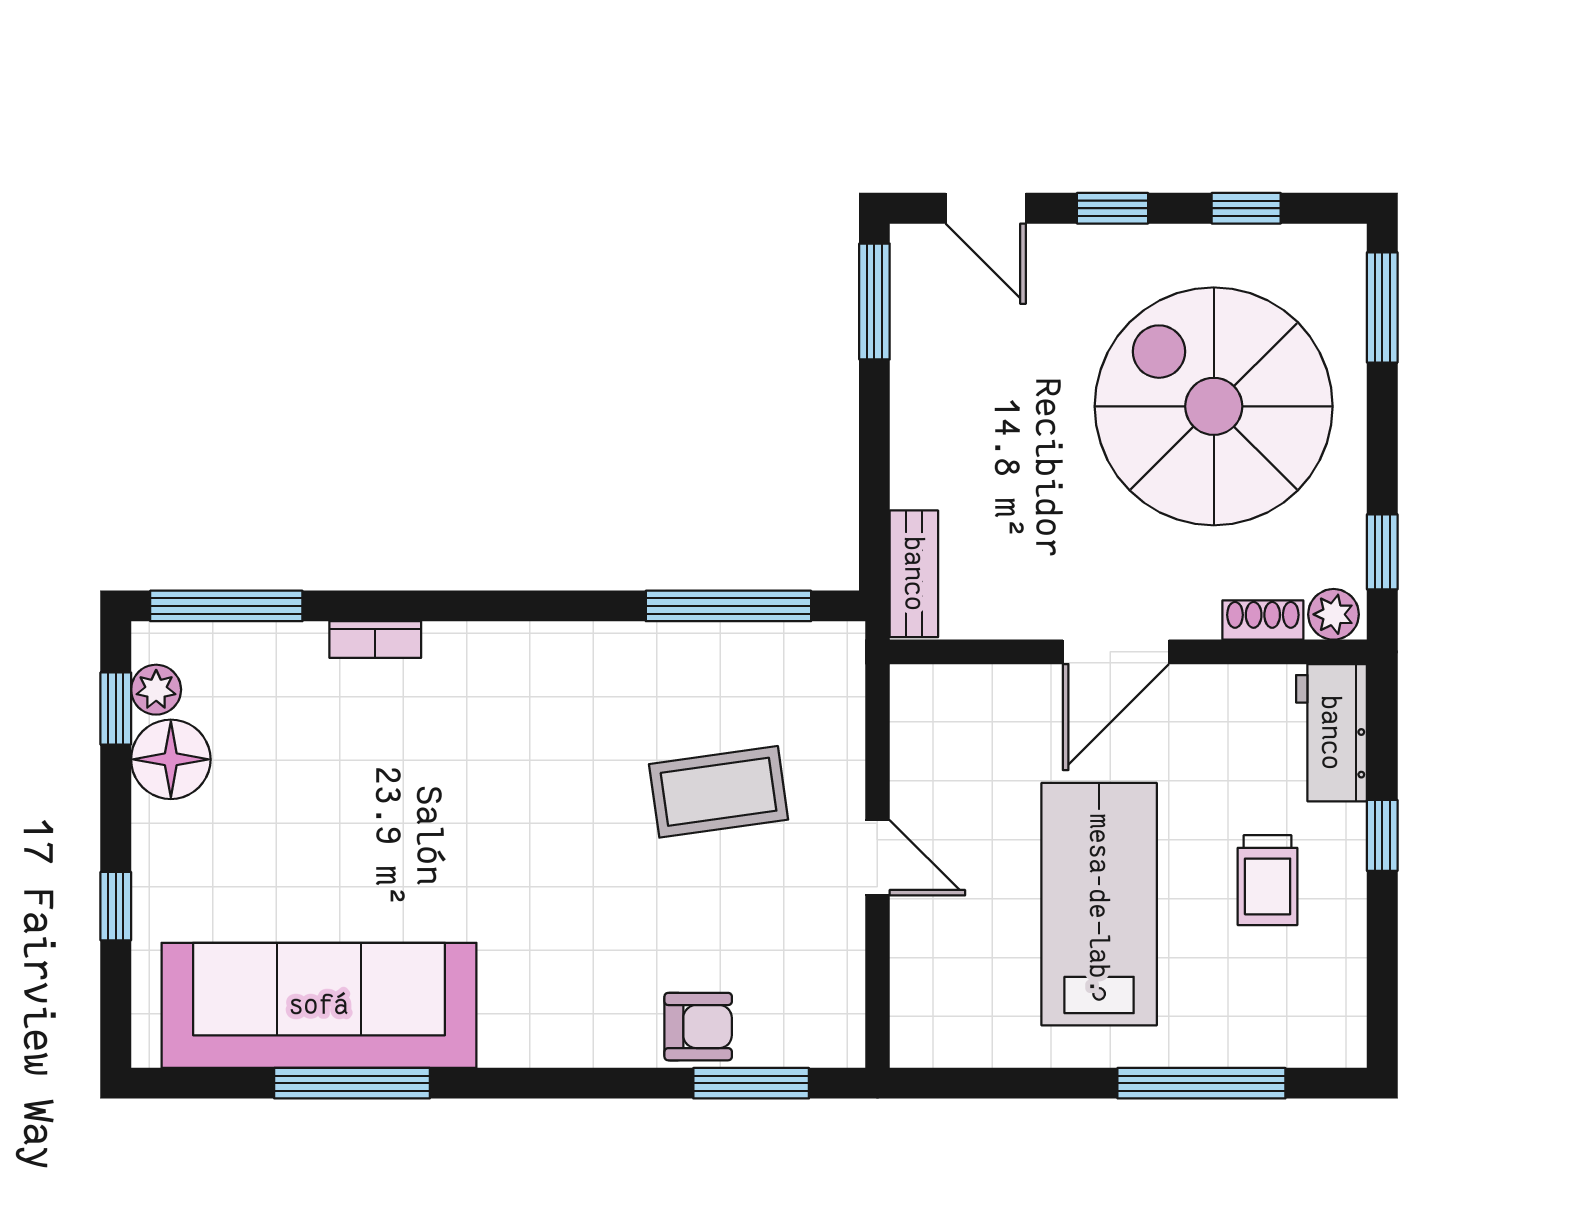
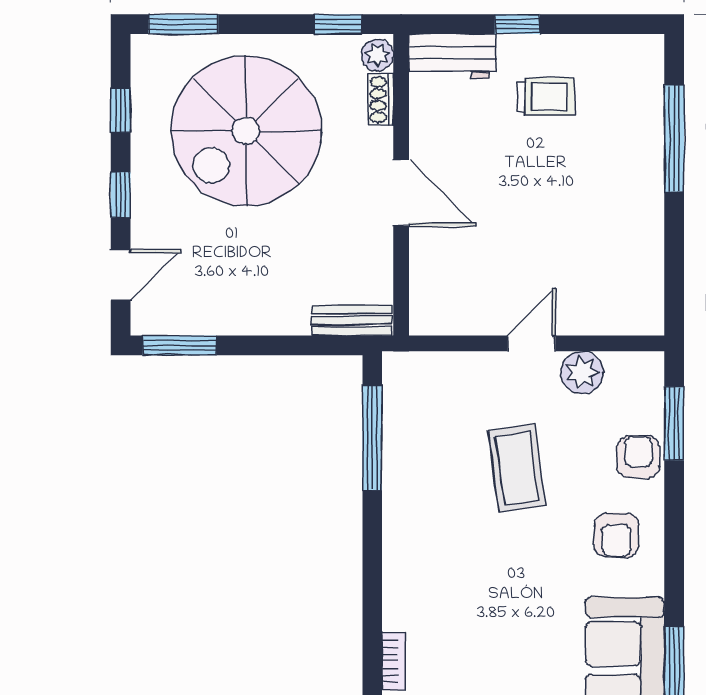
coffee table: (719, 792) -> (517, 468), moved
lab bench: (1099, 904) -> (561, 203), removed
plant: (832, 938) -> (582, 372), added
armchair: (575, 992) -> (616, 535), added

